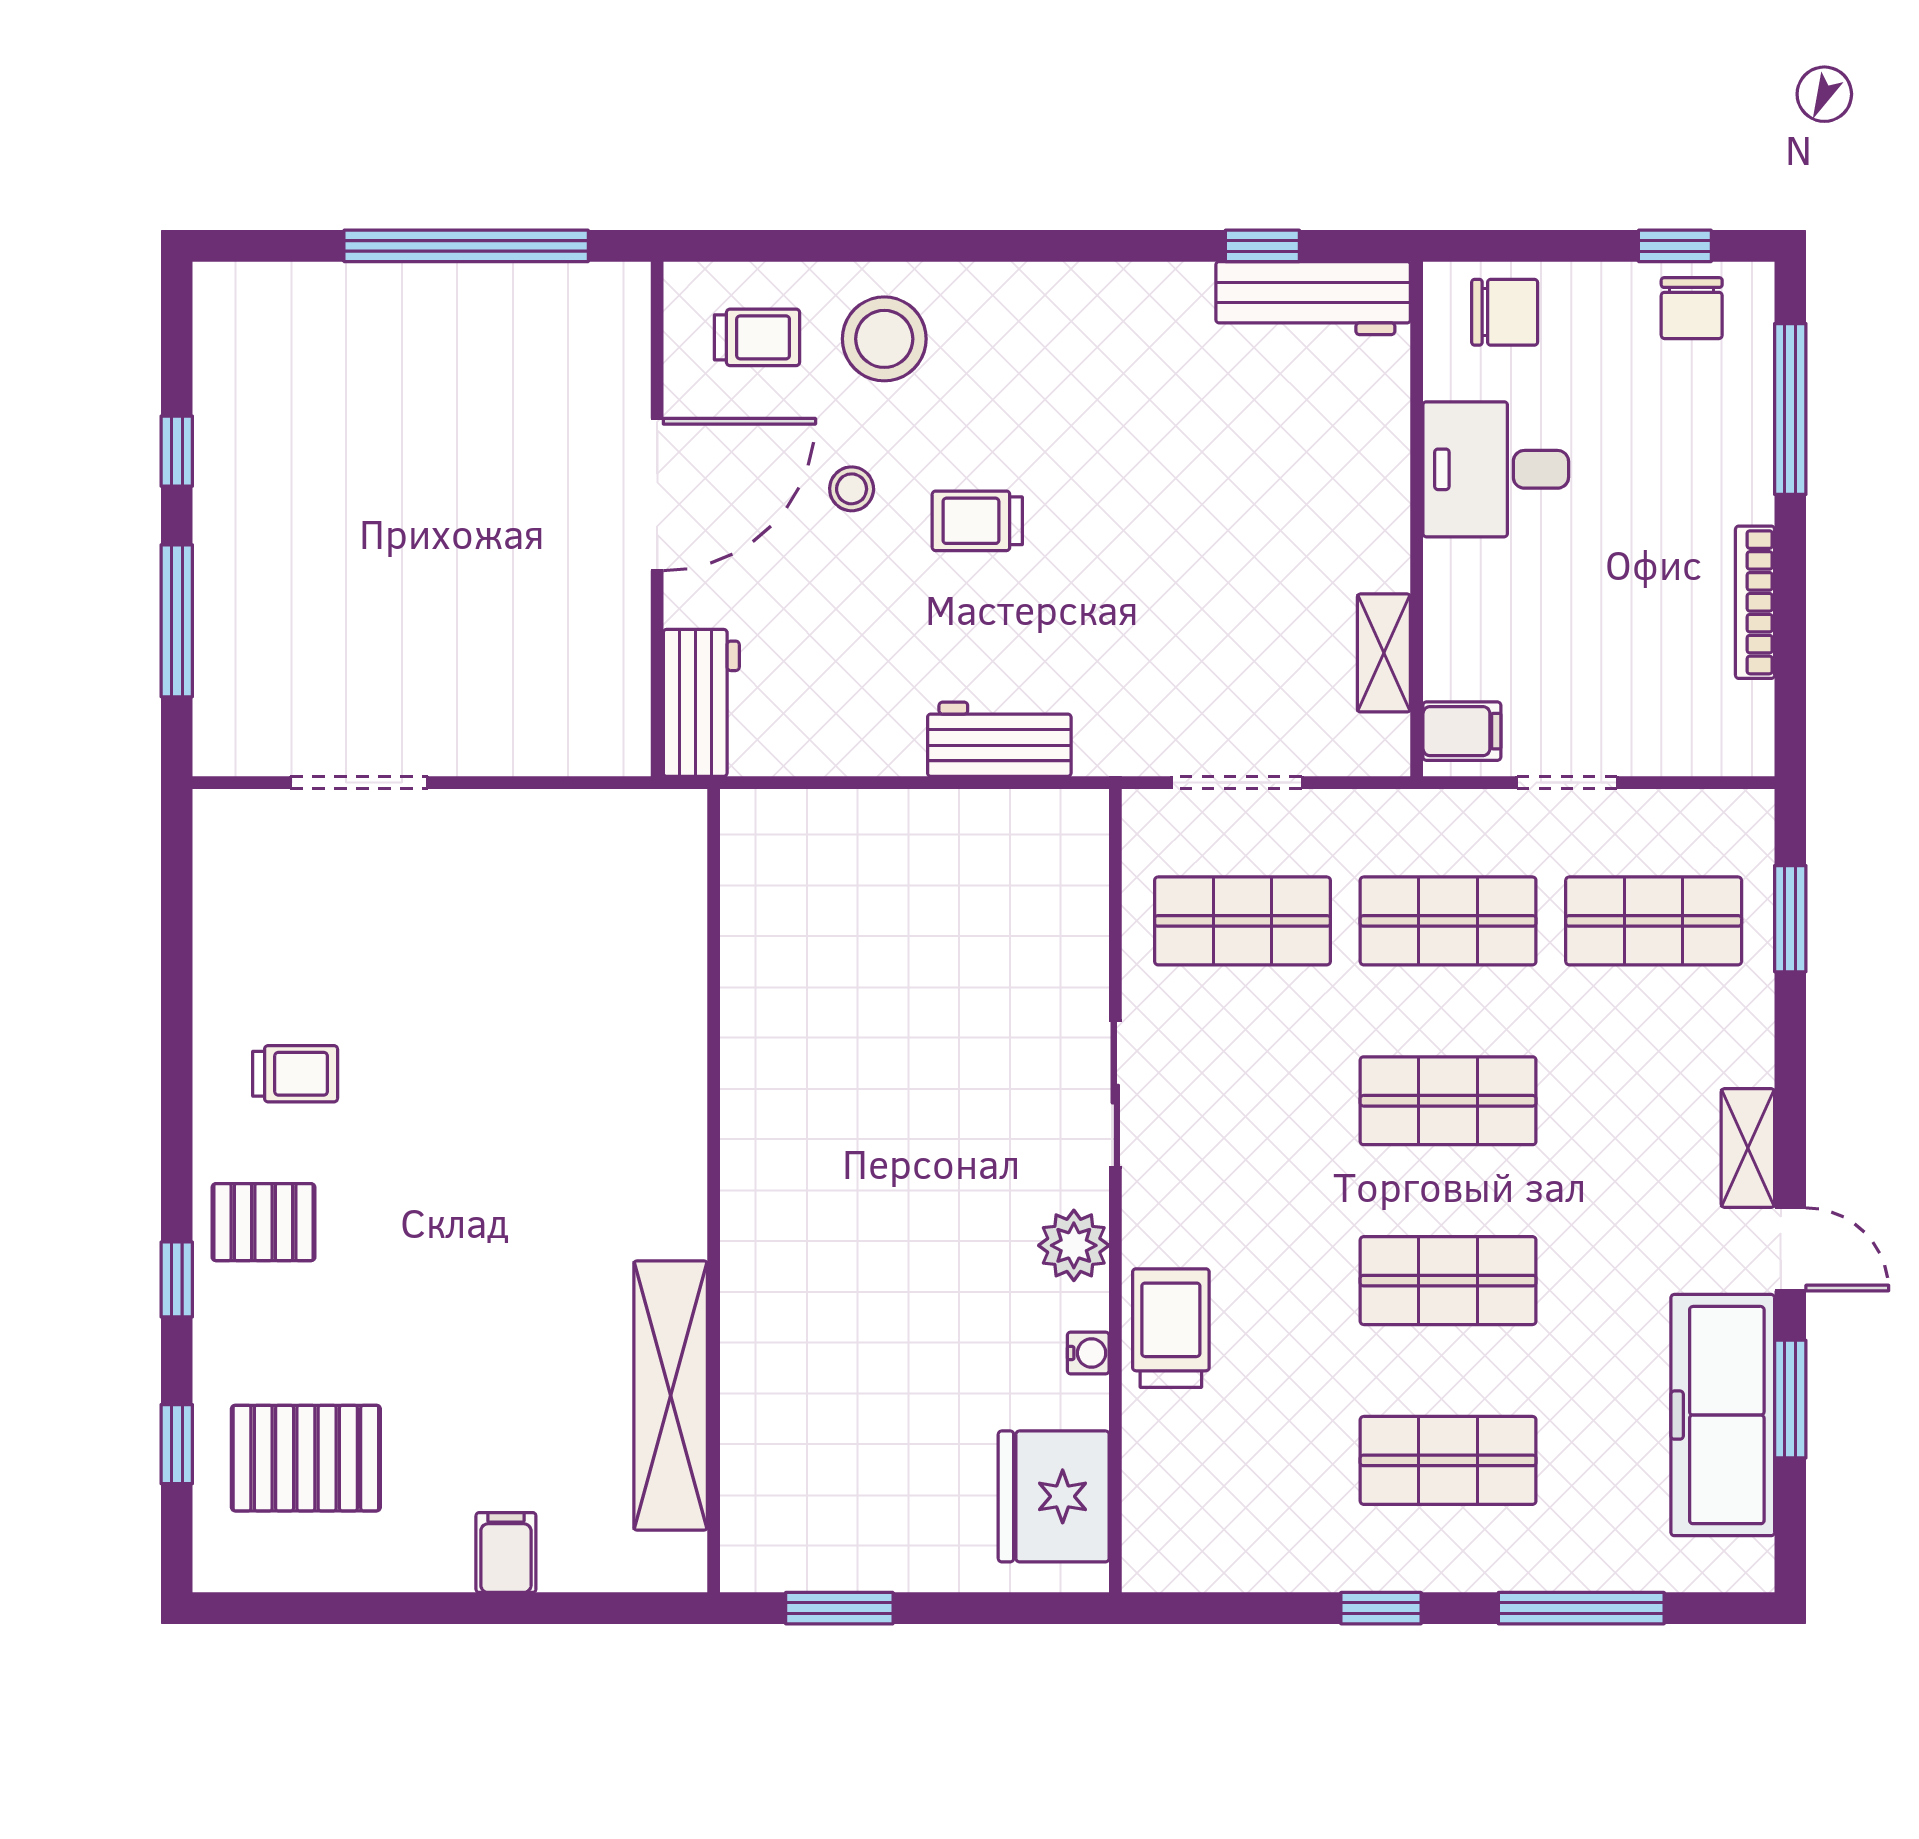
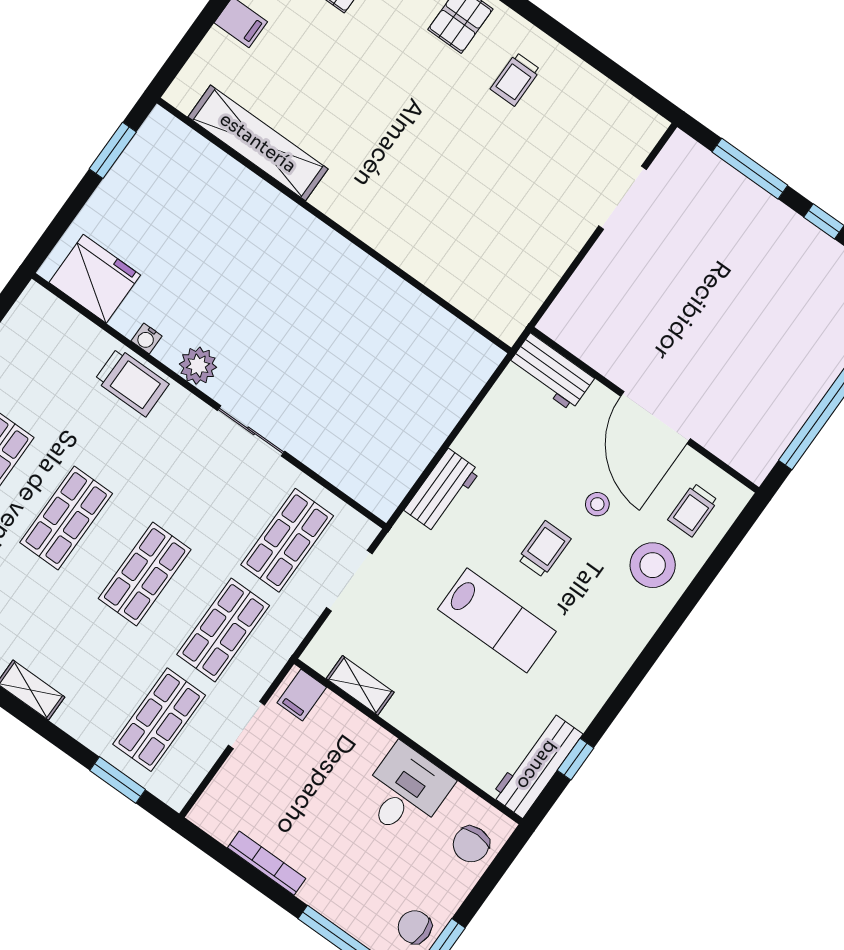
lab bench: (1137, 516) -> (497, 620), added

